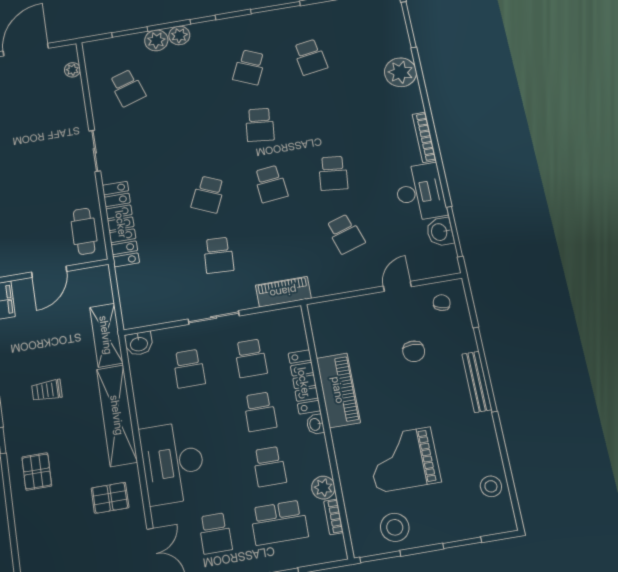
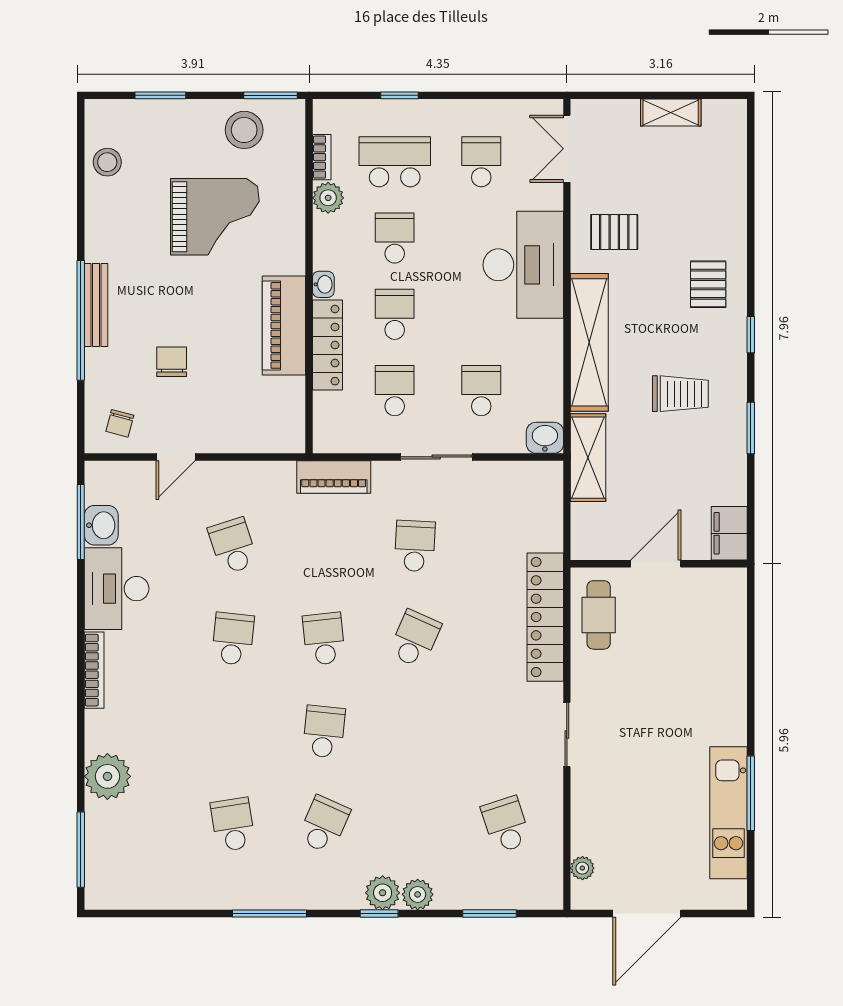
plant: (156, 40) -> (383, 893), moved
trolley: (47, 390) -> (680, 394), width x1.36, depth x1.39

